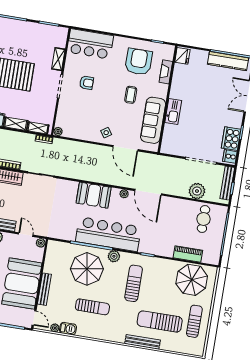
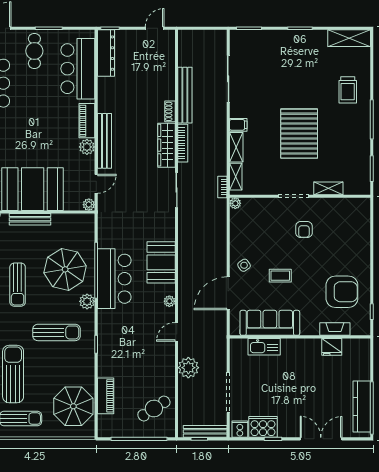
bar counter: (90, 44) -> (355, 226), removed
fridge: (182, 56) -> (332, 347), moved
coffee table: (131, 95) -> (280, 276), moved
kitchen sink: (173, 112) -> (264, 347), moved
plant: (197, 191) -> (188, 368), moved
door: (148, 192) -> (177, 332), width x0.53
cafe table: (203, 219) -> (154, 409), turned -33
bar counter: (108, 234) -> (114, 279), width x0.73

